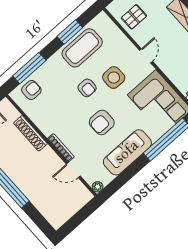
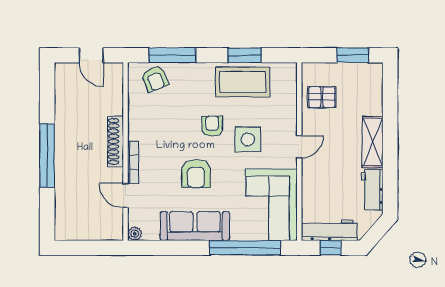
armchair: (87, 88) -> (212, 126), turned 180
armchair: (31, 90) -> (155, 79), turned 69
armchair: (102, 122) -> (196, 173), turned -90
shoe rack: (30, 133) -> (116, 141), moved

